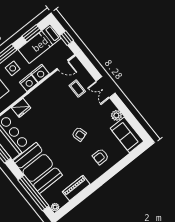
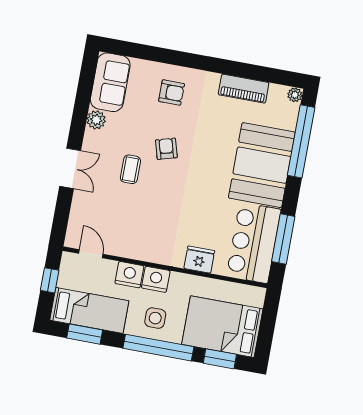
coffee table: (77, 88) -> (130, 169), moved

